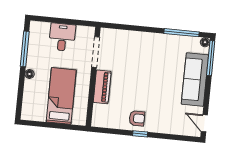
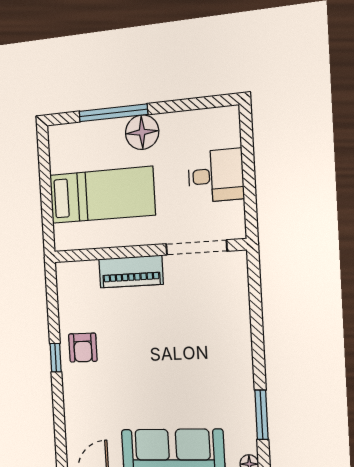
window: (182, 33) -> (261, 415), width x0.69
window: (25, 49) -> (113, 113), moved
floor lamp: (29, 74) -> (142, 132), width x1.89, depth x1.89

